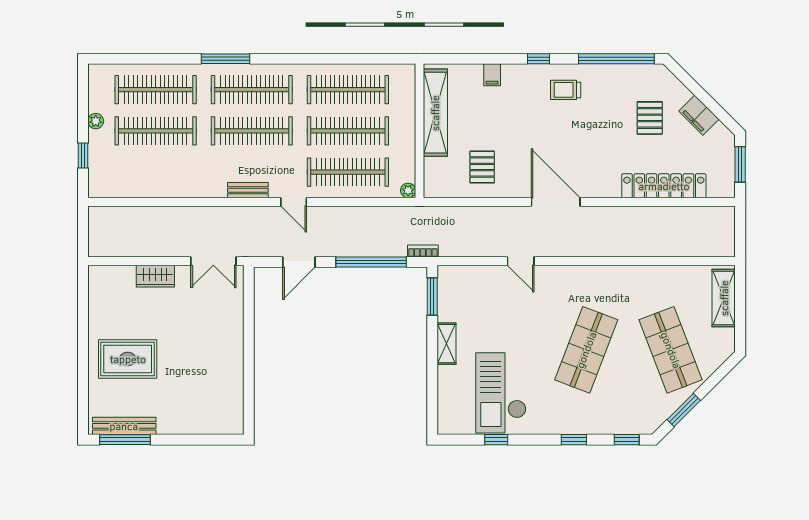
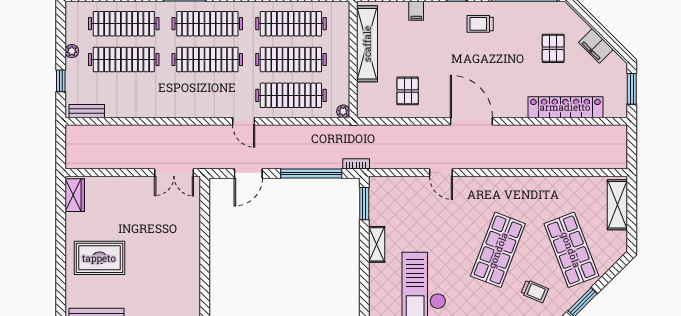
bench: (248, 190) -> (87, 111), moved
wardrobe: (155, 276) -> (75, 195), moved, turned -90
trolley: (628, 397) -> (535, 291), added

